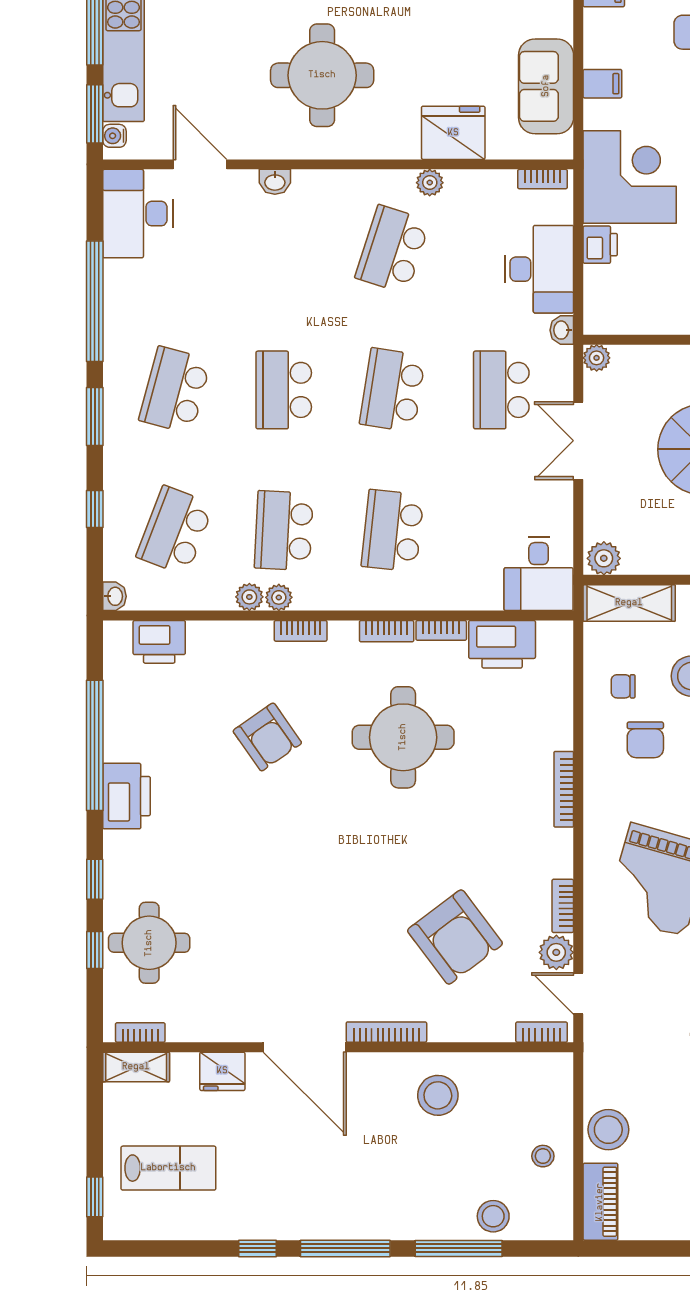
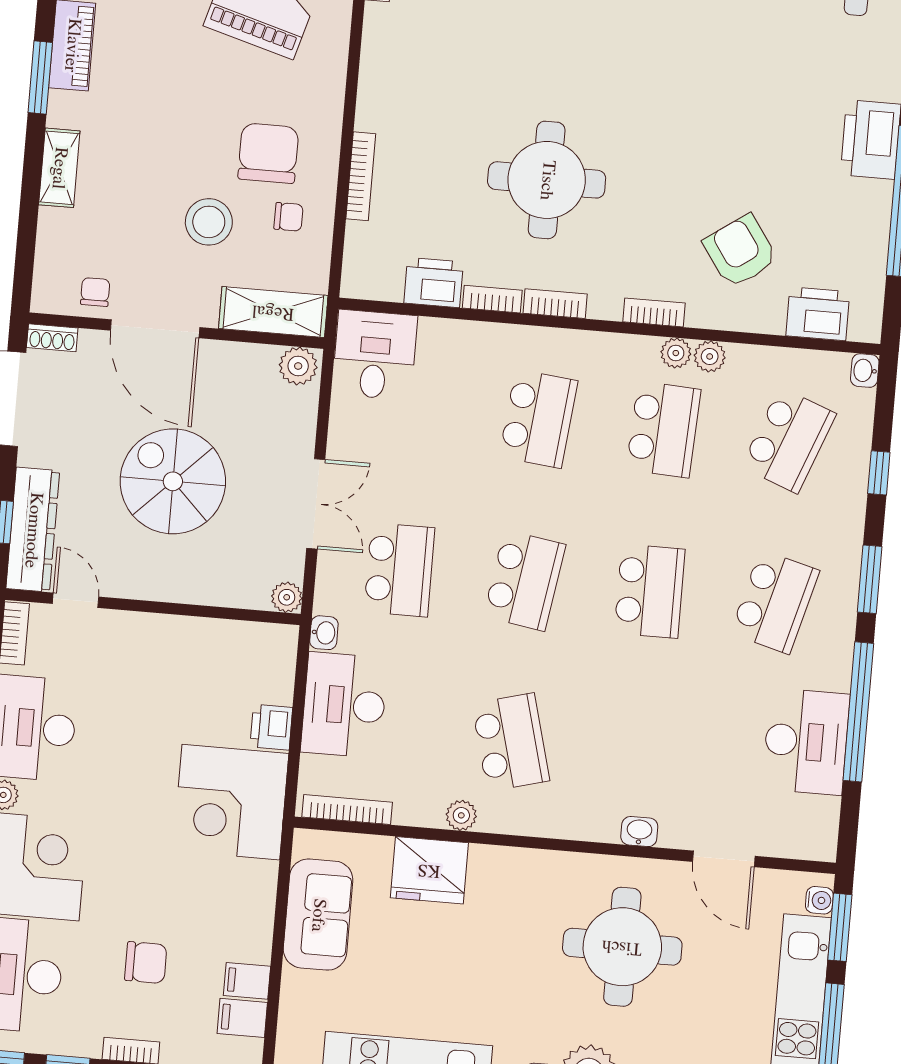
round table: (322, 75) -> (622, 947), moved
filing cabinet: (602, 84) -> (247, 981), moved
bookcase: (543, 179) -> (347, 810), width x1.56
desk: (138, 214) -> (806, 742), moved
school desk: (393, 249) -> (511, 742), turned -33
printer: (502, 644) -> (434, 283), width x0.73, depth x0.84
armchair: (267, 737) -> (740, 251), moved
chair: (645, 740) -> (268, 153), width x1.37, depth x1.37
bookcase: (564, 789) -> (361, 176), moved

